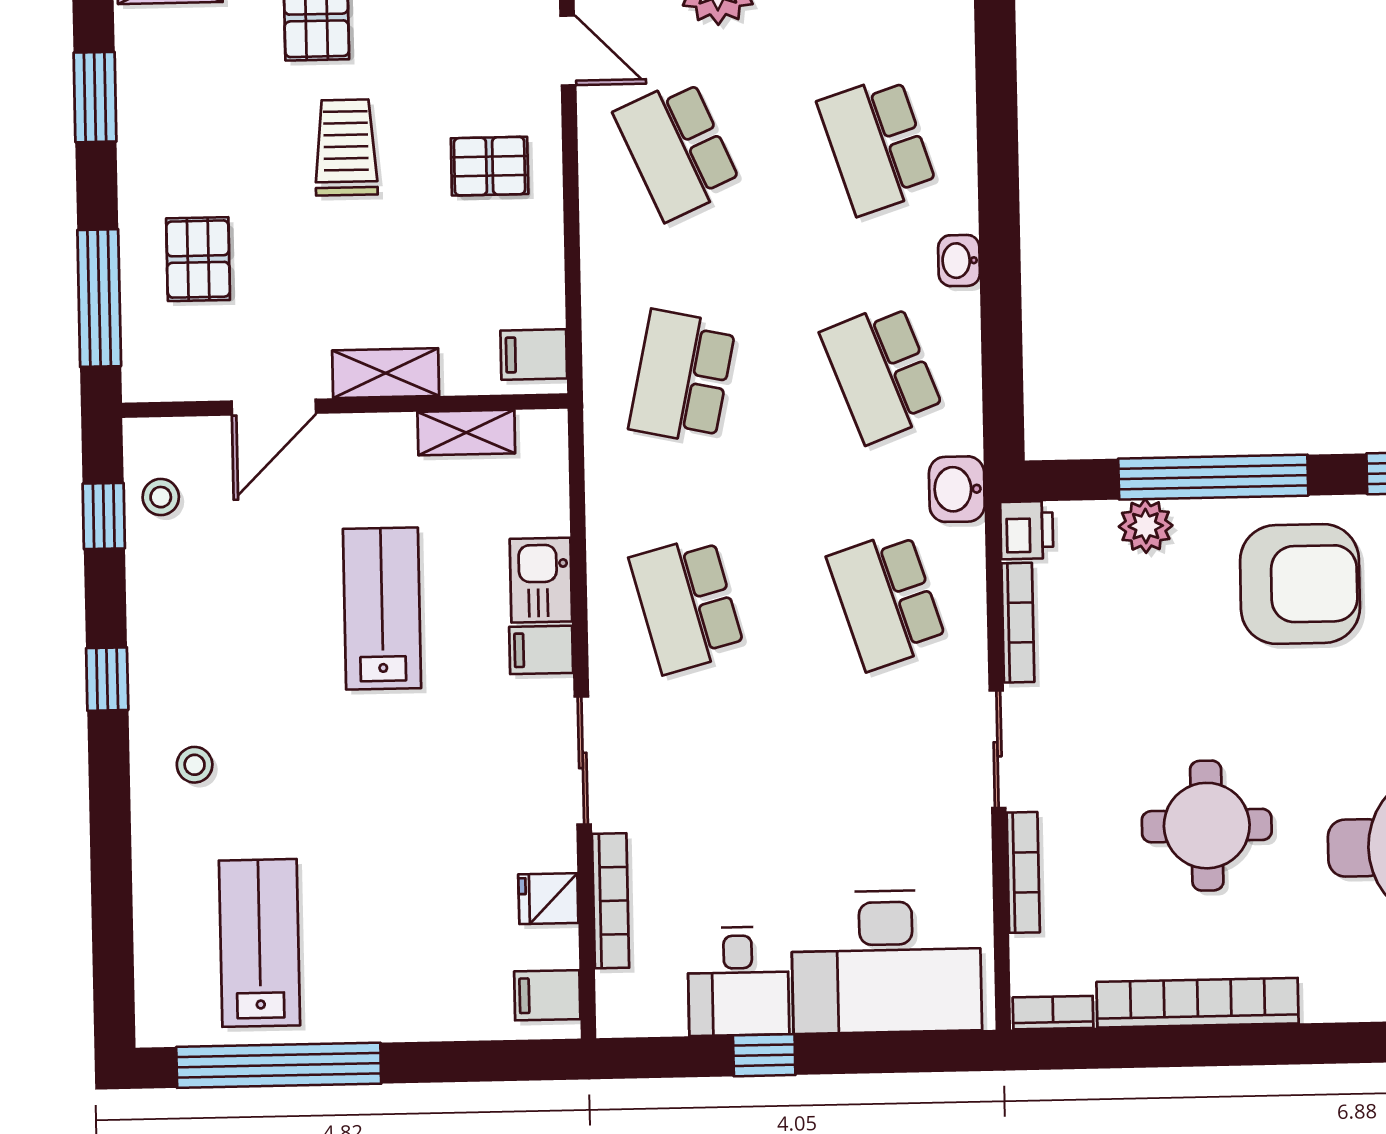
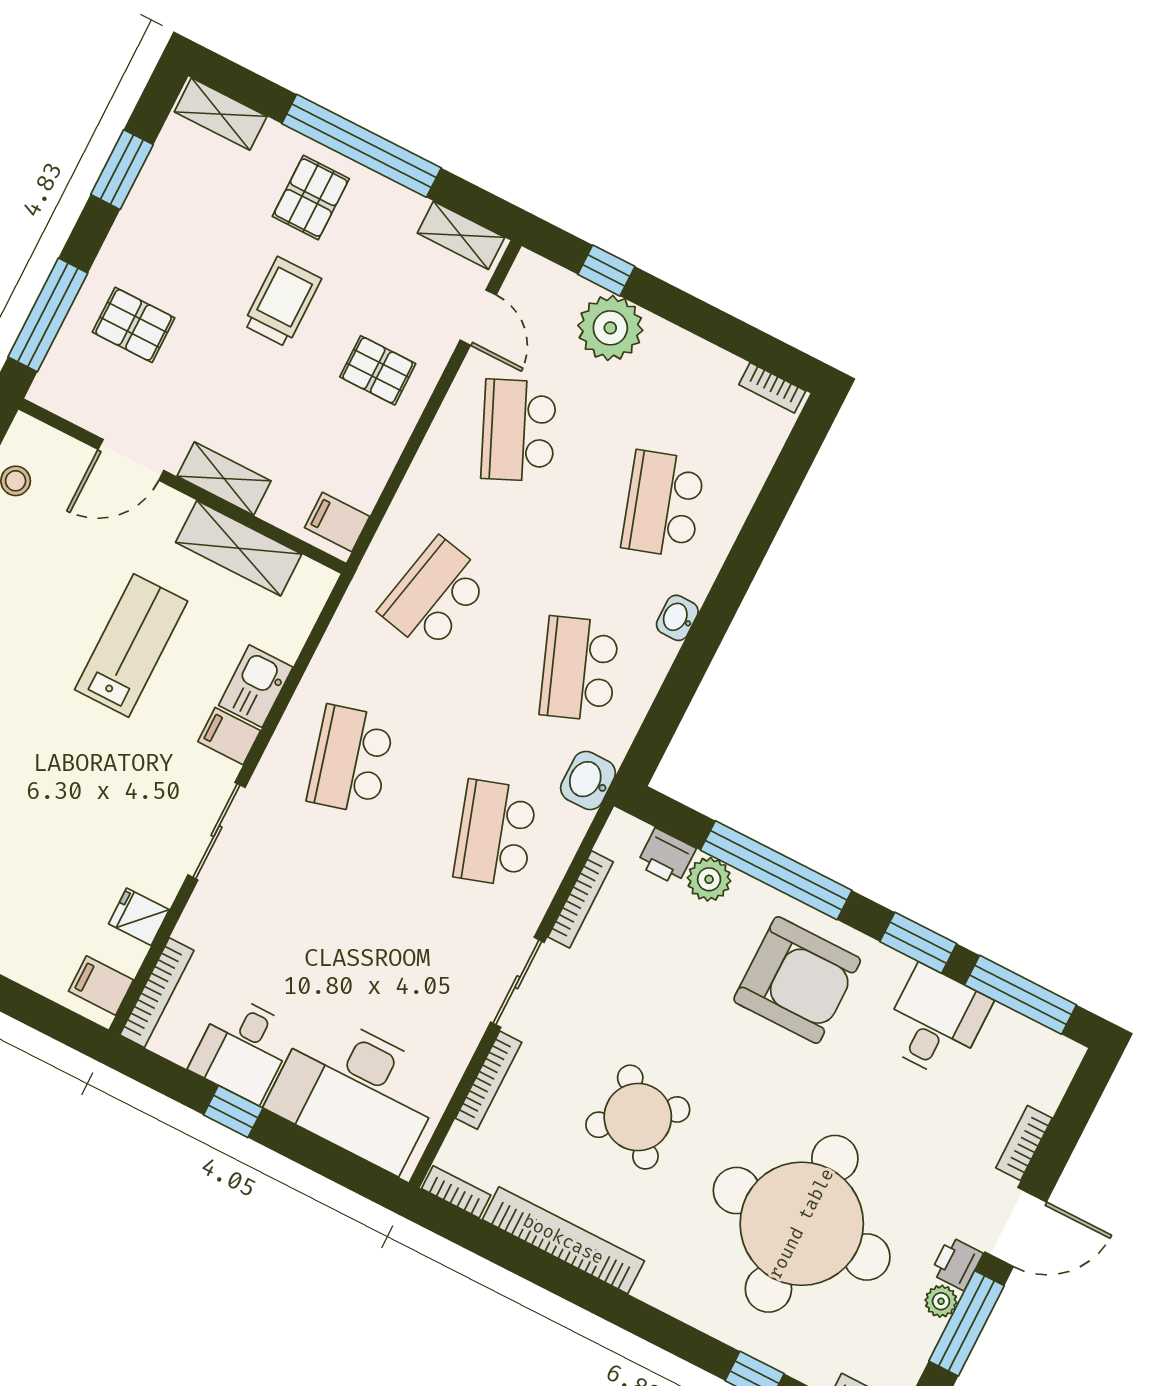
pallet: (198, 259) -> (134, 325), turned 90
shelving: (466, 433) -> (239, 548), width x1.50, depth x1.33
printer: (1027, 530) -> (666, 857), moved, turned 90
round table: (1207, 826) -> (638, 1117), turned -38
bookcase: (611, 901) -> (157, 993), moved

